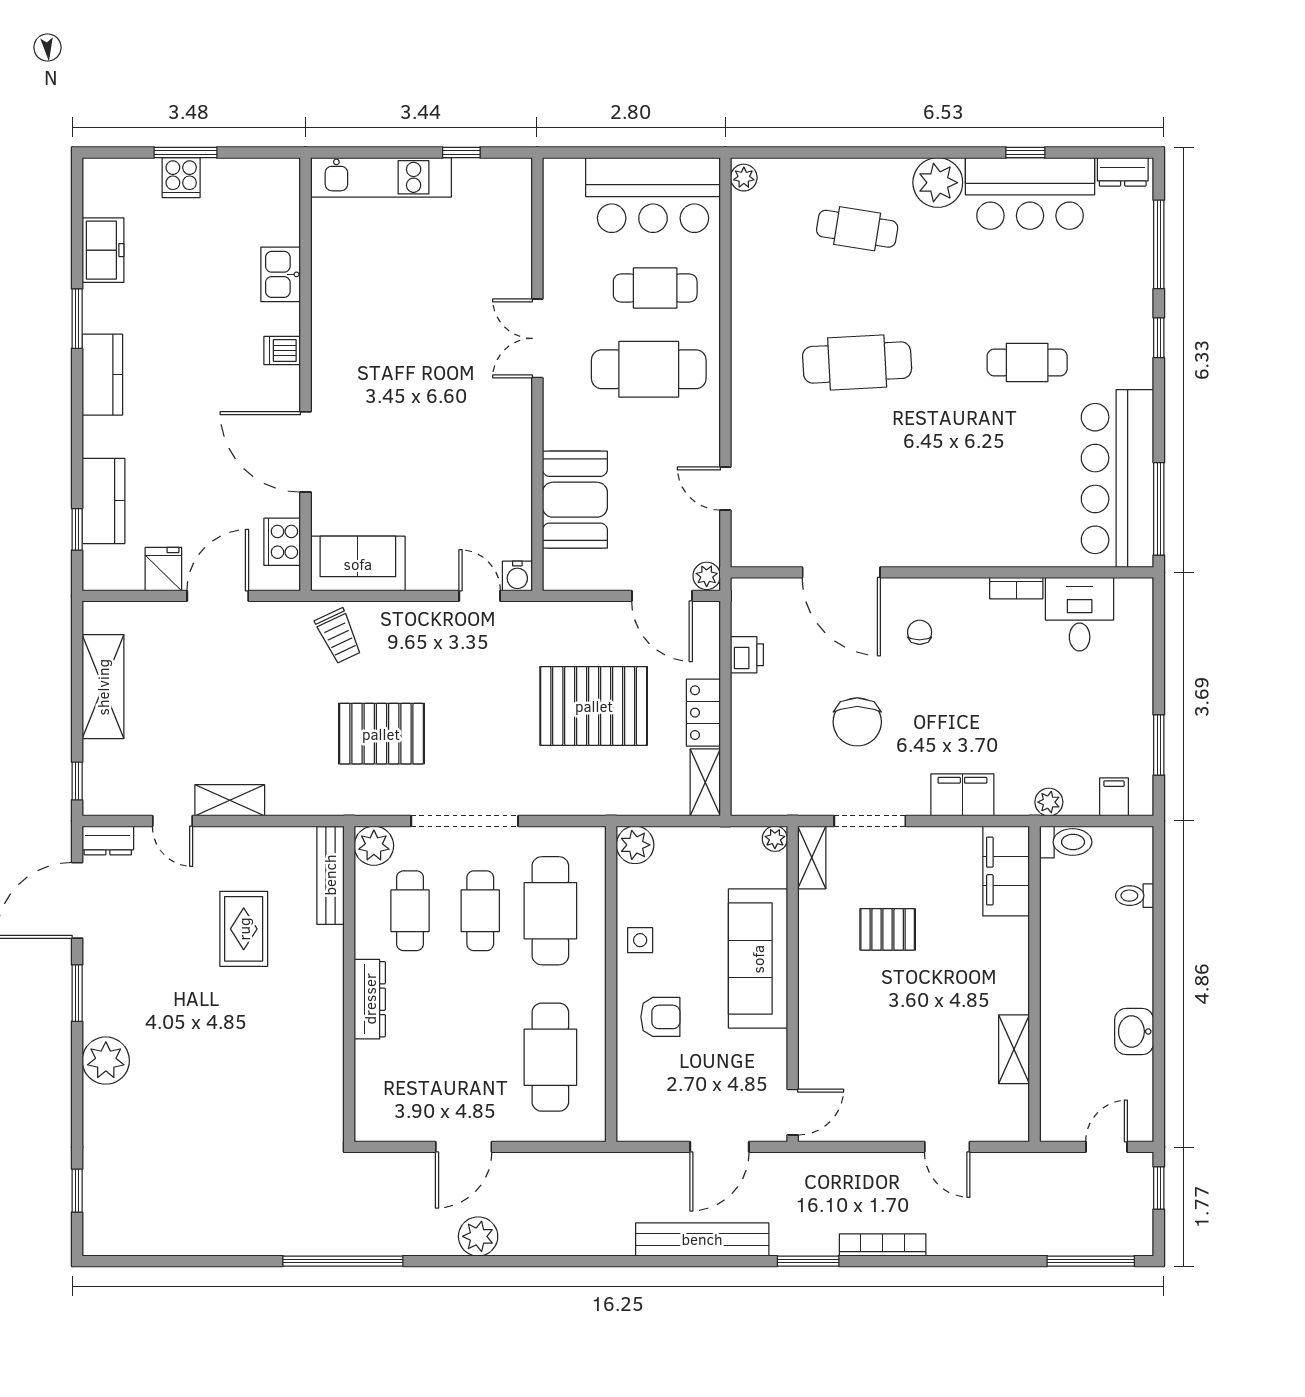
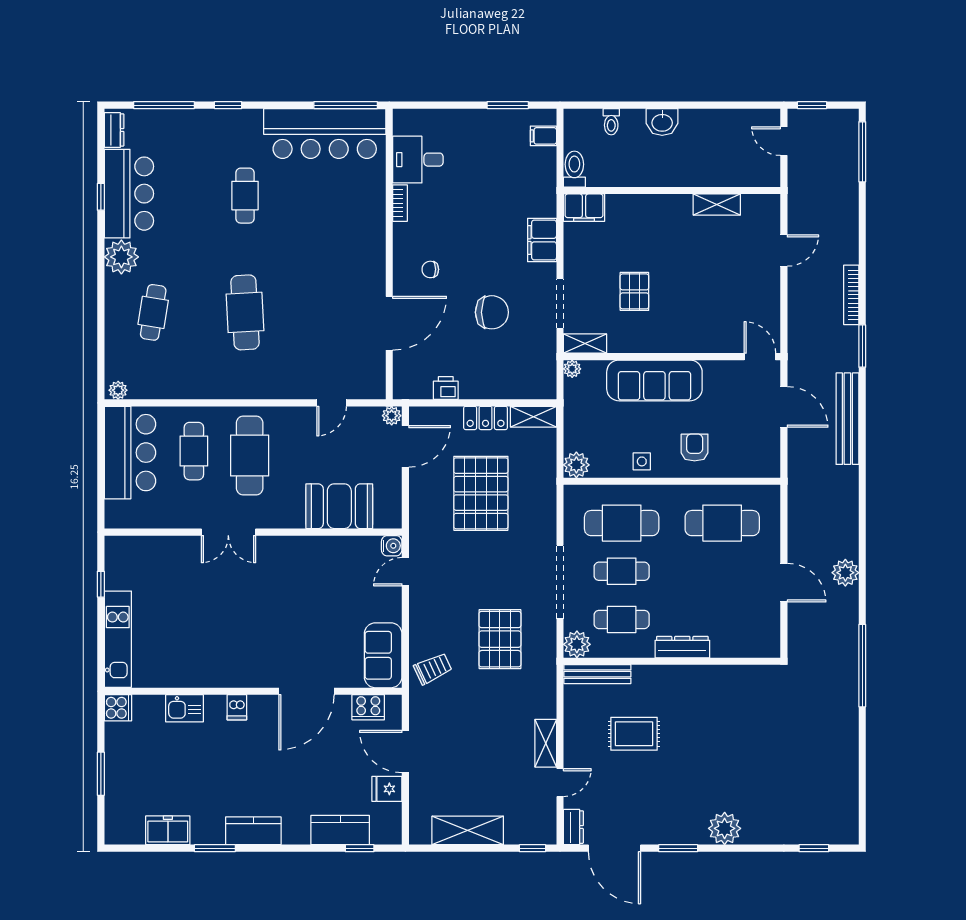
cooker: (181, 178) -> (118, 708), moved
plant: (1049, 802) -> (547, 181), removed
filing cabinet: (1006, 871) -> (584, 208), width x0.67, depth x0.86
washbasin: (1134, 1031) -> (662, 122), moved

